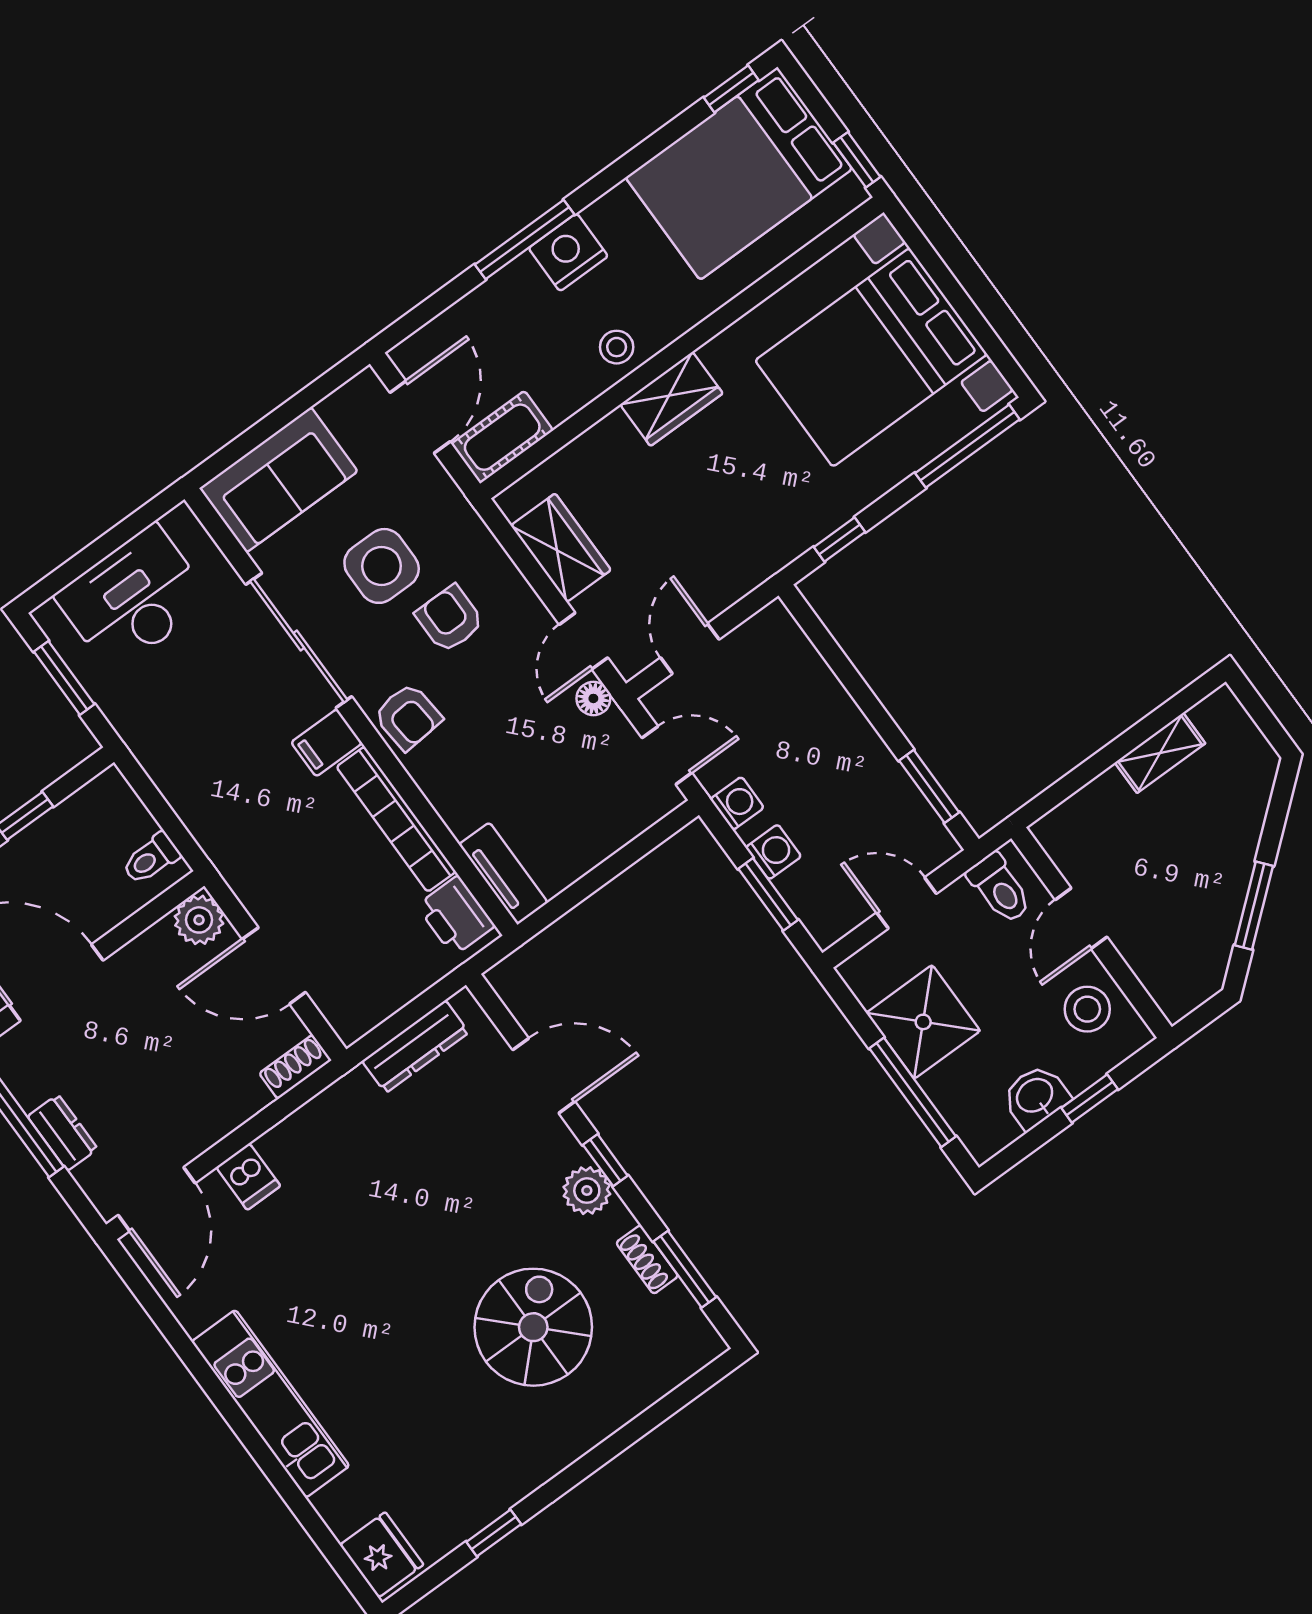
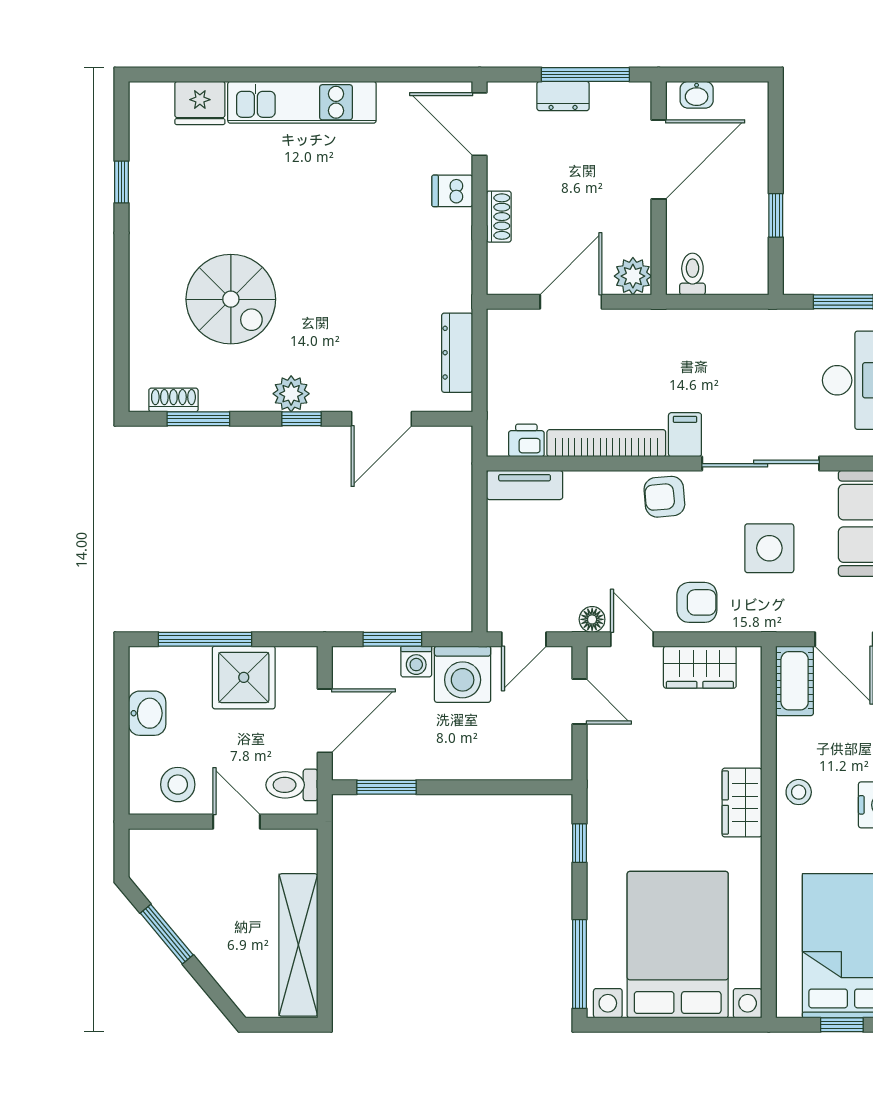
window: (857, 160) -> (842, 1025), moved
armchair: (450, 619) -> (697, 602), moved
shelving: (1160, 753) -> (298, 945), width x2.20, depth x1.33
washing machine: (737, 803) -> (463, 674), width x1.89, depth x1.89
door: (907, 903) -> (325, 721), width x1.38
printer: (456, 916) -> (526, 440), width x0.73, depth x0.81
shoe rack: (295, 1067) -> (499, 217), moved
window: (1090, 1098) -> (121, 746), removed
shoe rack: (647, 1259) -> (173, 400), moved
fridge: (382, 1555) -> (200, 103), moved

